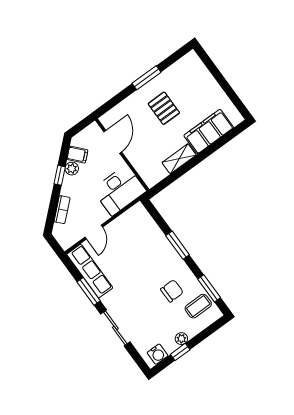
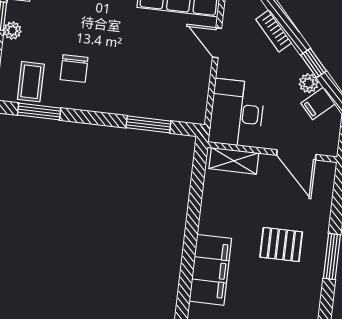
shelving: (179, 159) -> (234, 161), moved, turned 90
window: (178, 245) -> (148, 124), moved

